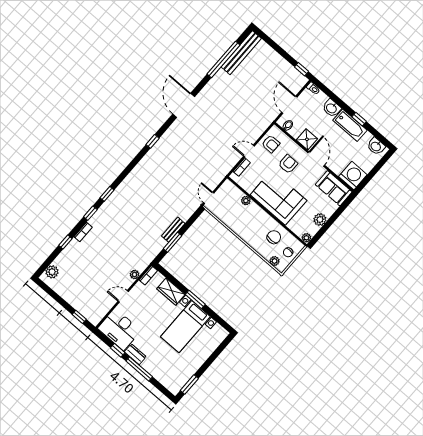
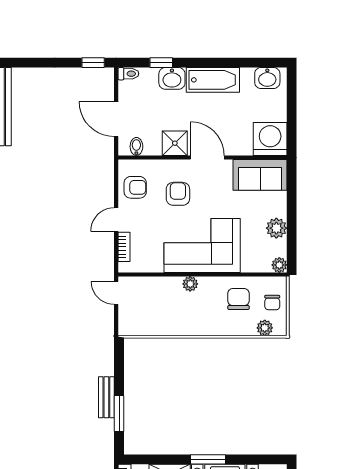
window: (359, 119) -> (161, 63), moved
door: (209, 198) -> (116, 293), moved
plant: (246, 201) -> (190, 284), moved

